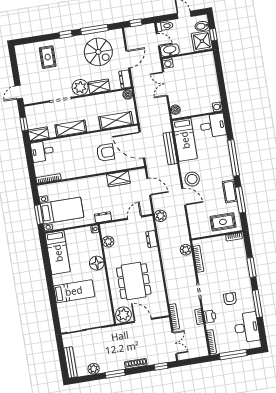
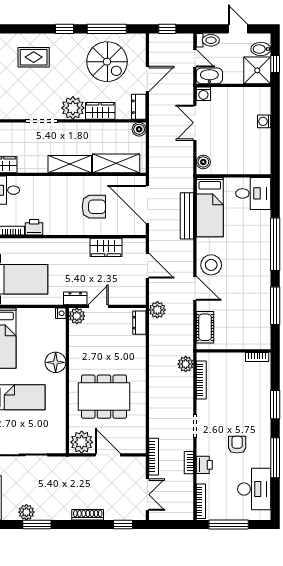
rug: (48, 57) -> (34, 57), turned 90
washing machine: (217, 107) -> (264, 121), moved
shelving: (71, 128) -> (70, 164), moved
printer: (67, 173) -> (34, 227), added
cot: (230, 191) -> (205, 327), moved
door: (135, 218) -> (98, 306), moved
rug: (223, 222) -> (245, 333), removed
dresser: (152, 239) -> (139, 323), moved
plant: (108, 242) -> (77, 316), moved
dining table: (134, 281) -> (104, 397), turned 90
window: (115, 374) -> (37, 525), moved

